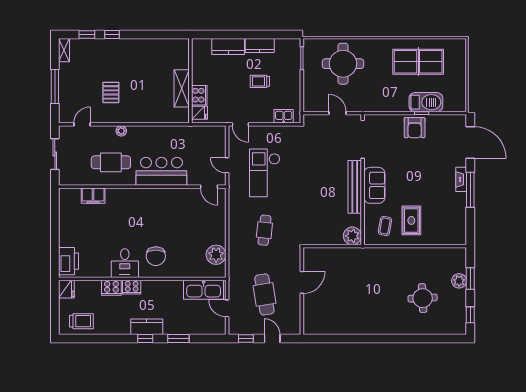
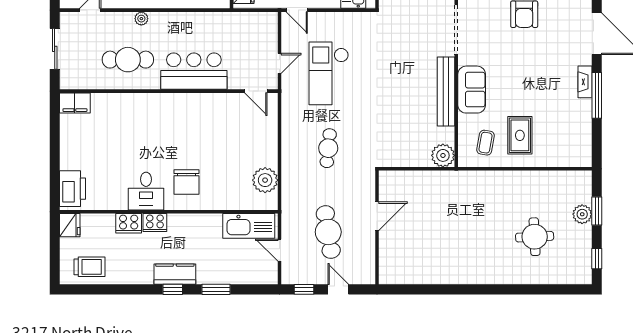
door: (227, 165) -> (279, 63), swing flipped
filing cabinet: (93, 196) -> (75, 103), moved

